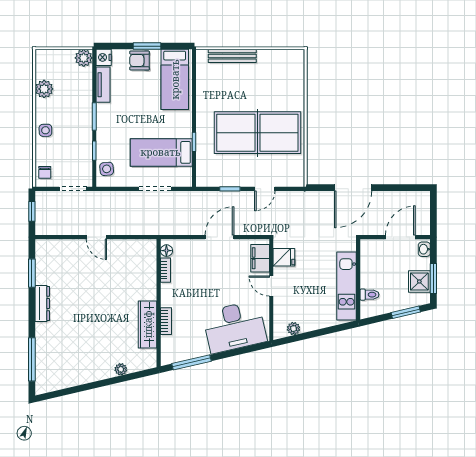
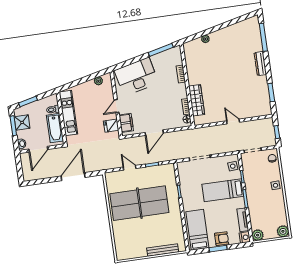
plant: (44, 89) -> (283, 231), moved
bed: (161, 152) -> (223, 190), moved, turned 180
door: (265, 189) -> (130, 168), hinge flipped
bathtub: (370, 266) -> (55, 128), added
door: (271, 286) -> (117, 106), swing flipped
dresser: (42, 303) -> (260, 64), moved
wardrobe: (148, 324) -> (197, 100), moved

